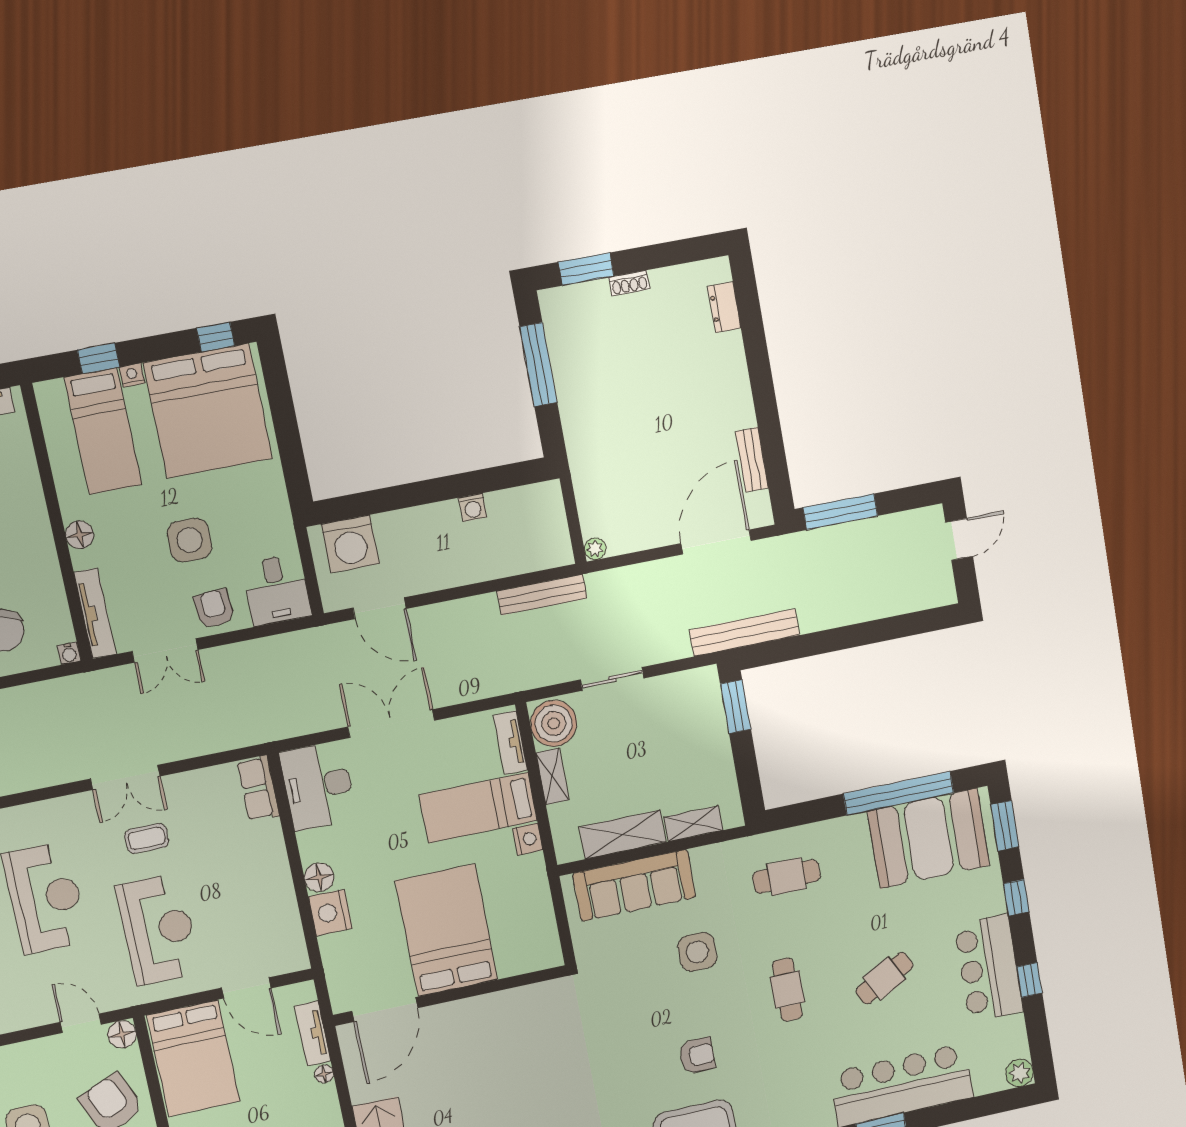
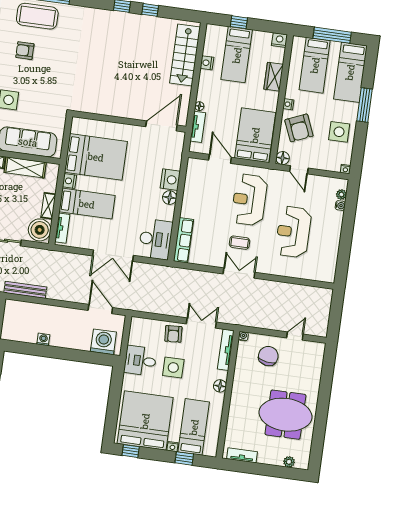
desk: (277, 590) -> (140, 361), moved, turned -90
row of seats: (258, 788) -> (183, 240), width x1.48
bed: (447, 930) -> (96, 157), moved, turned -90

